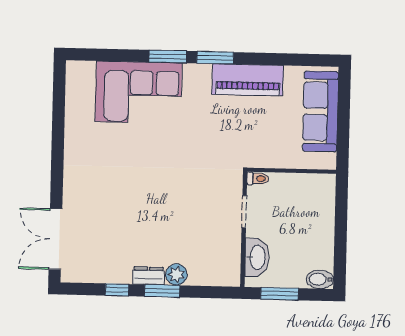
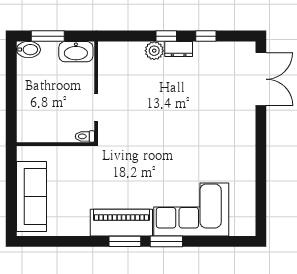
piano: (248, 80) -> (121, 223), moved
washbasin: (257, 257) -> (76, 52), moved, turned -90
window: (162, 291) -> (166, 36), width x0.67
window: (279, 294) -> (48, 36), moved

